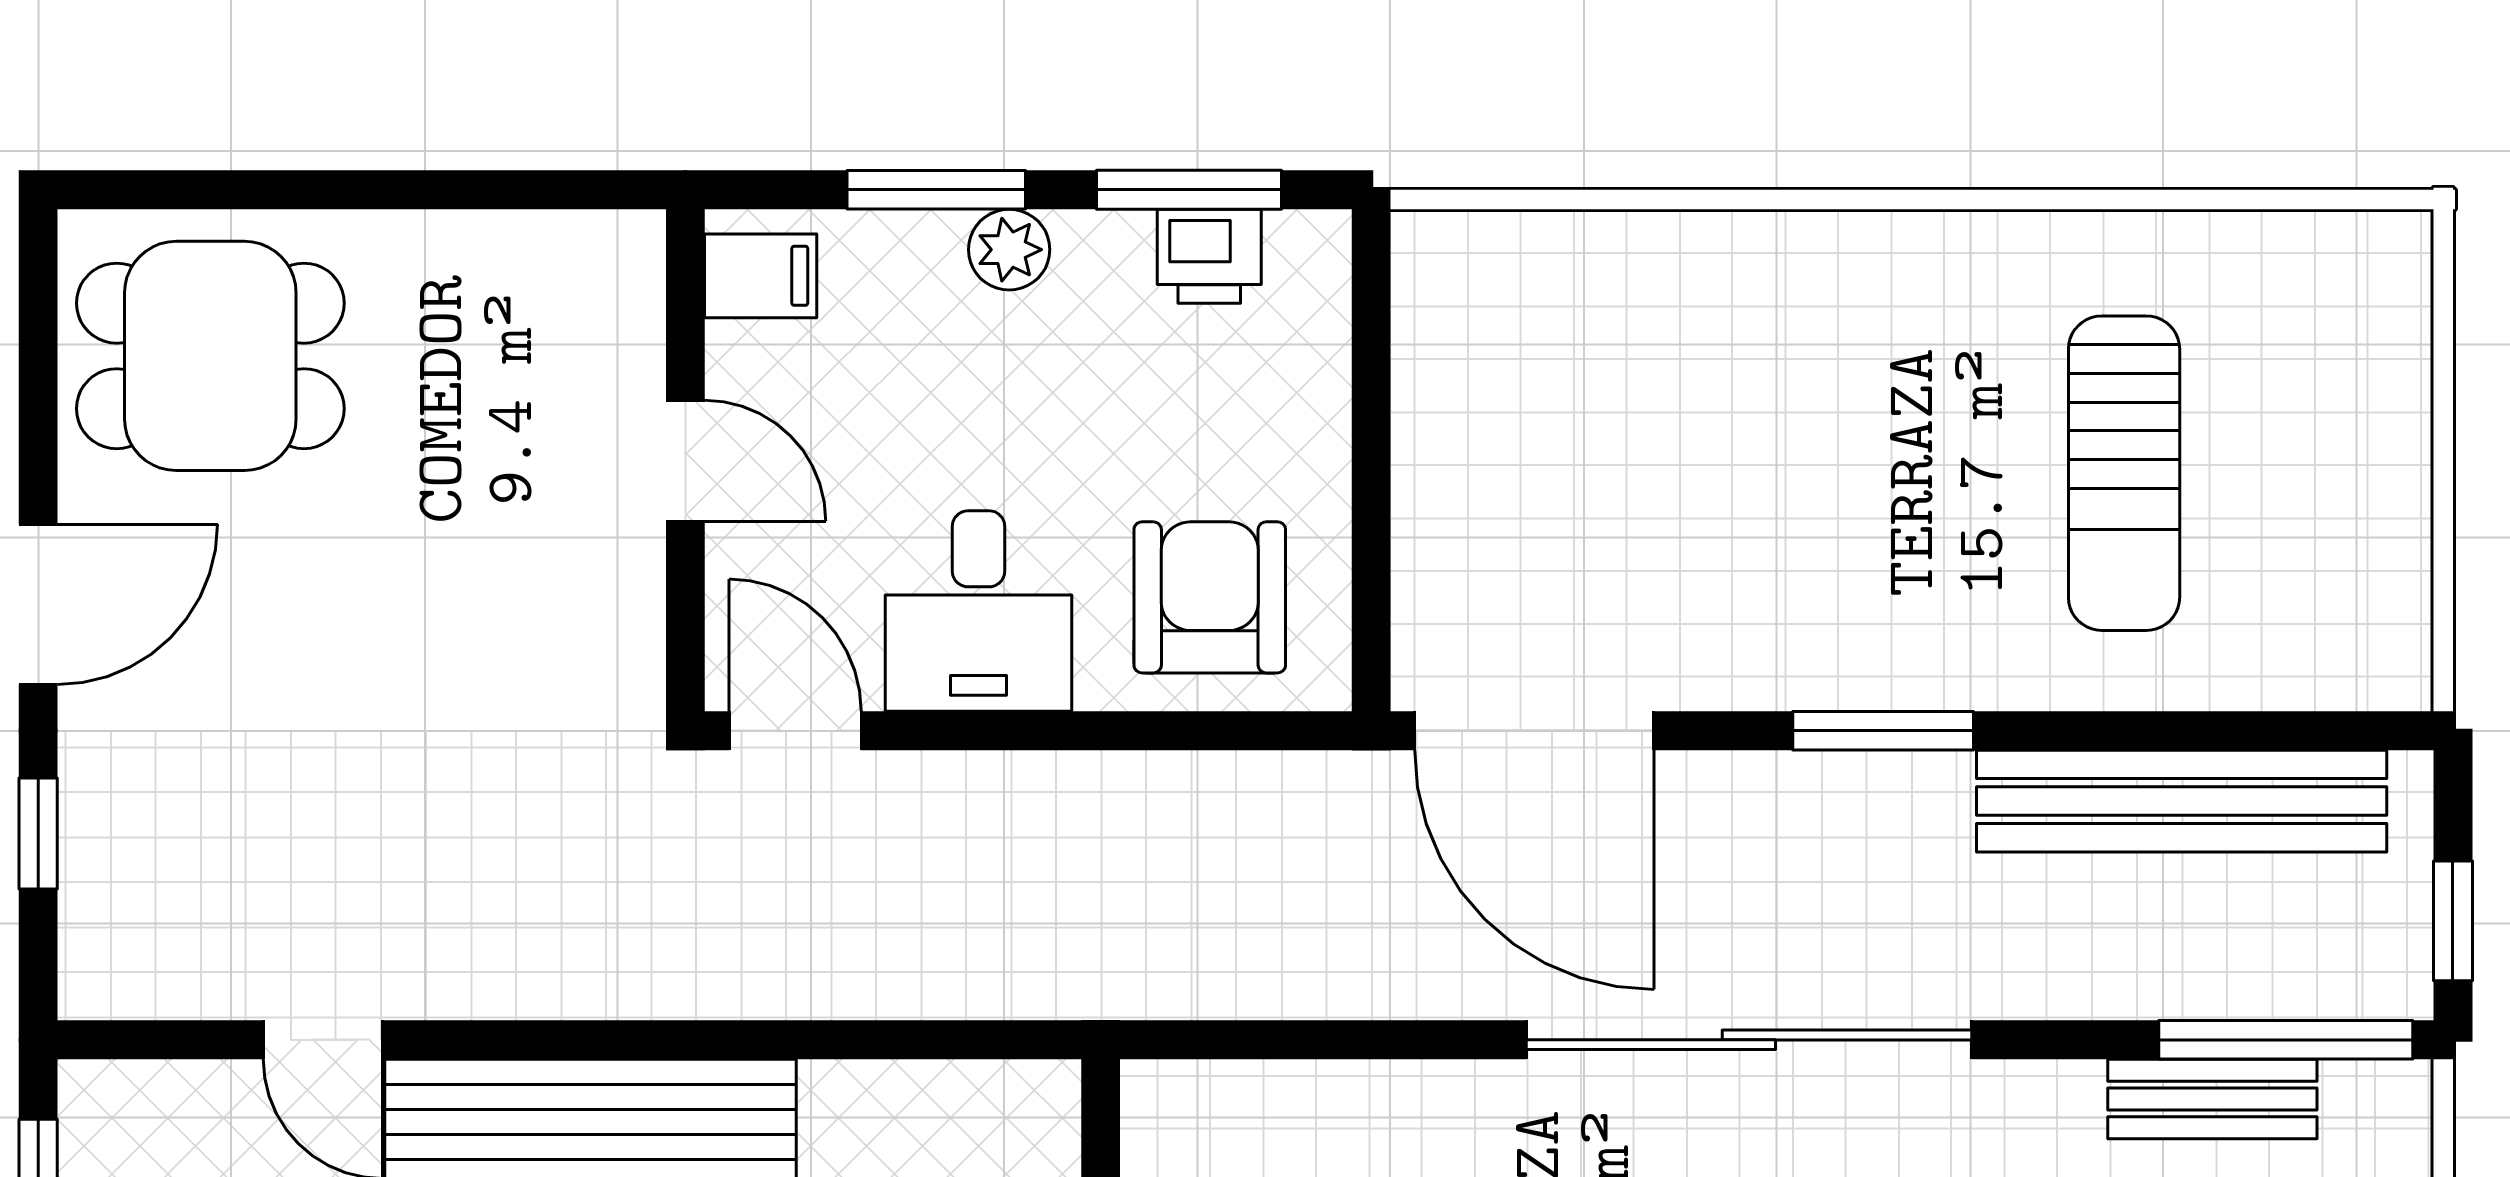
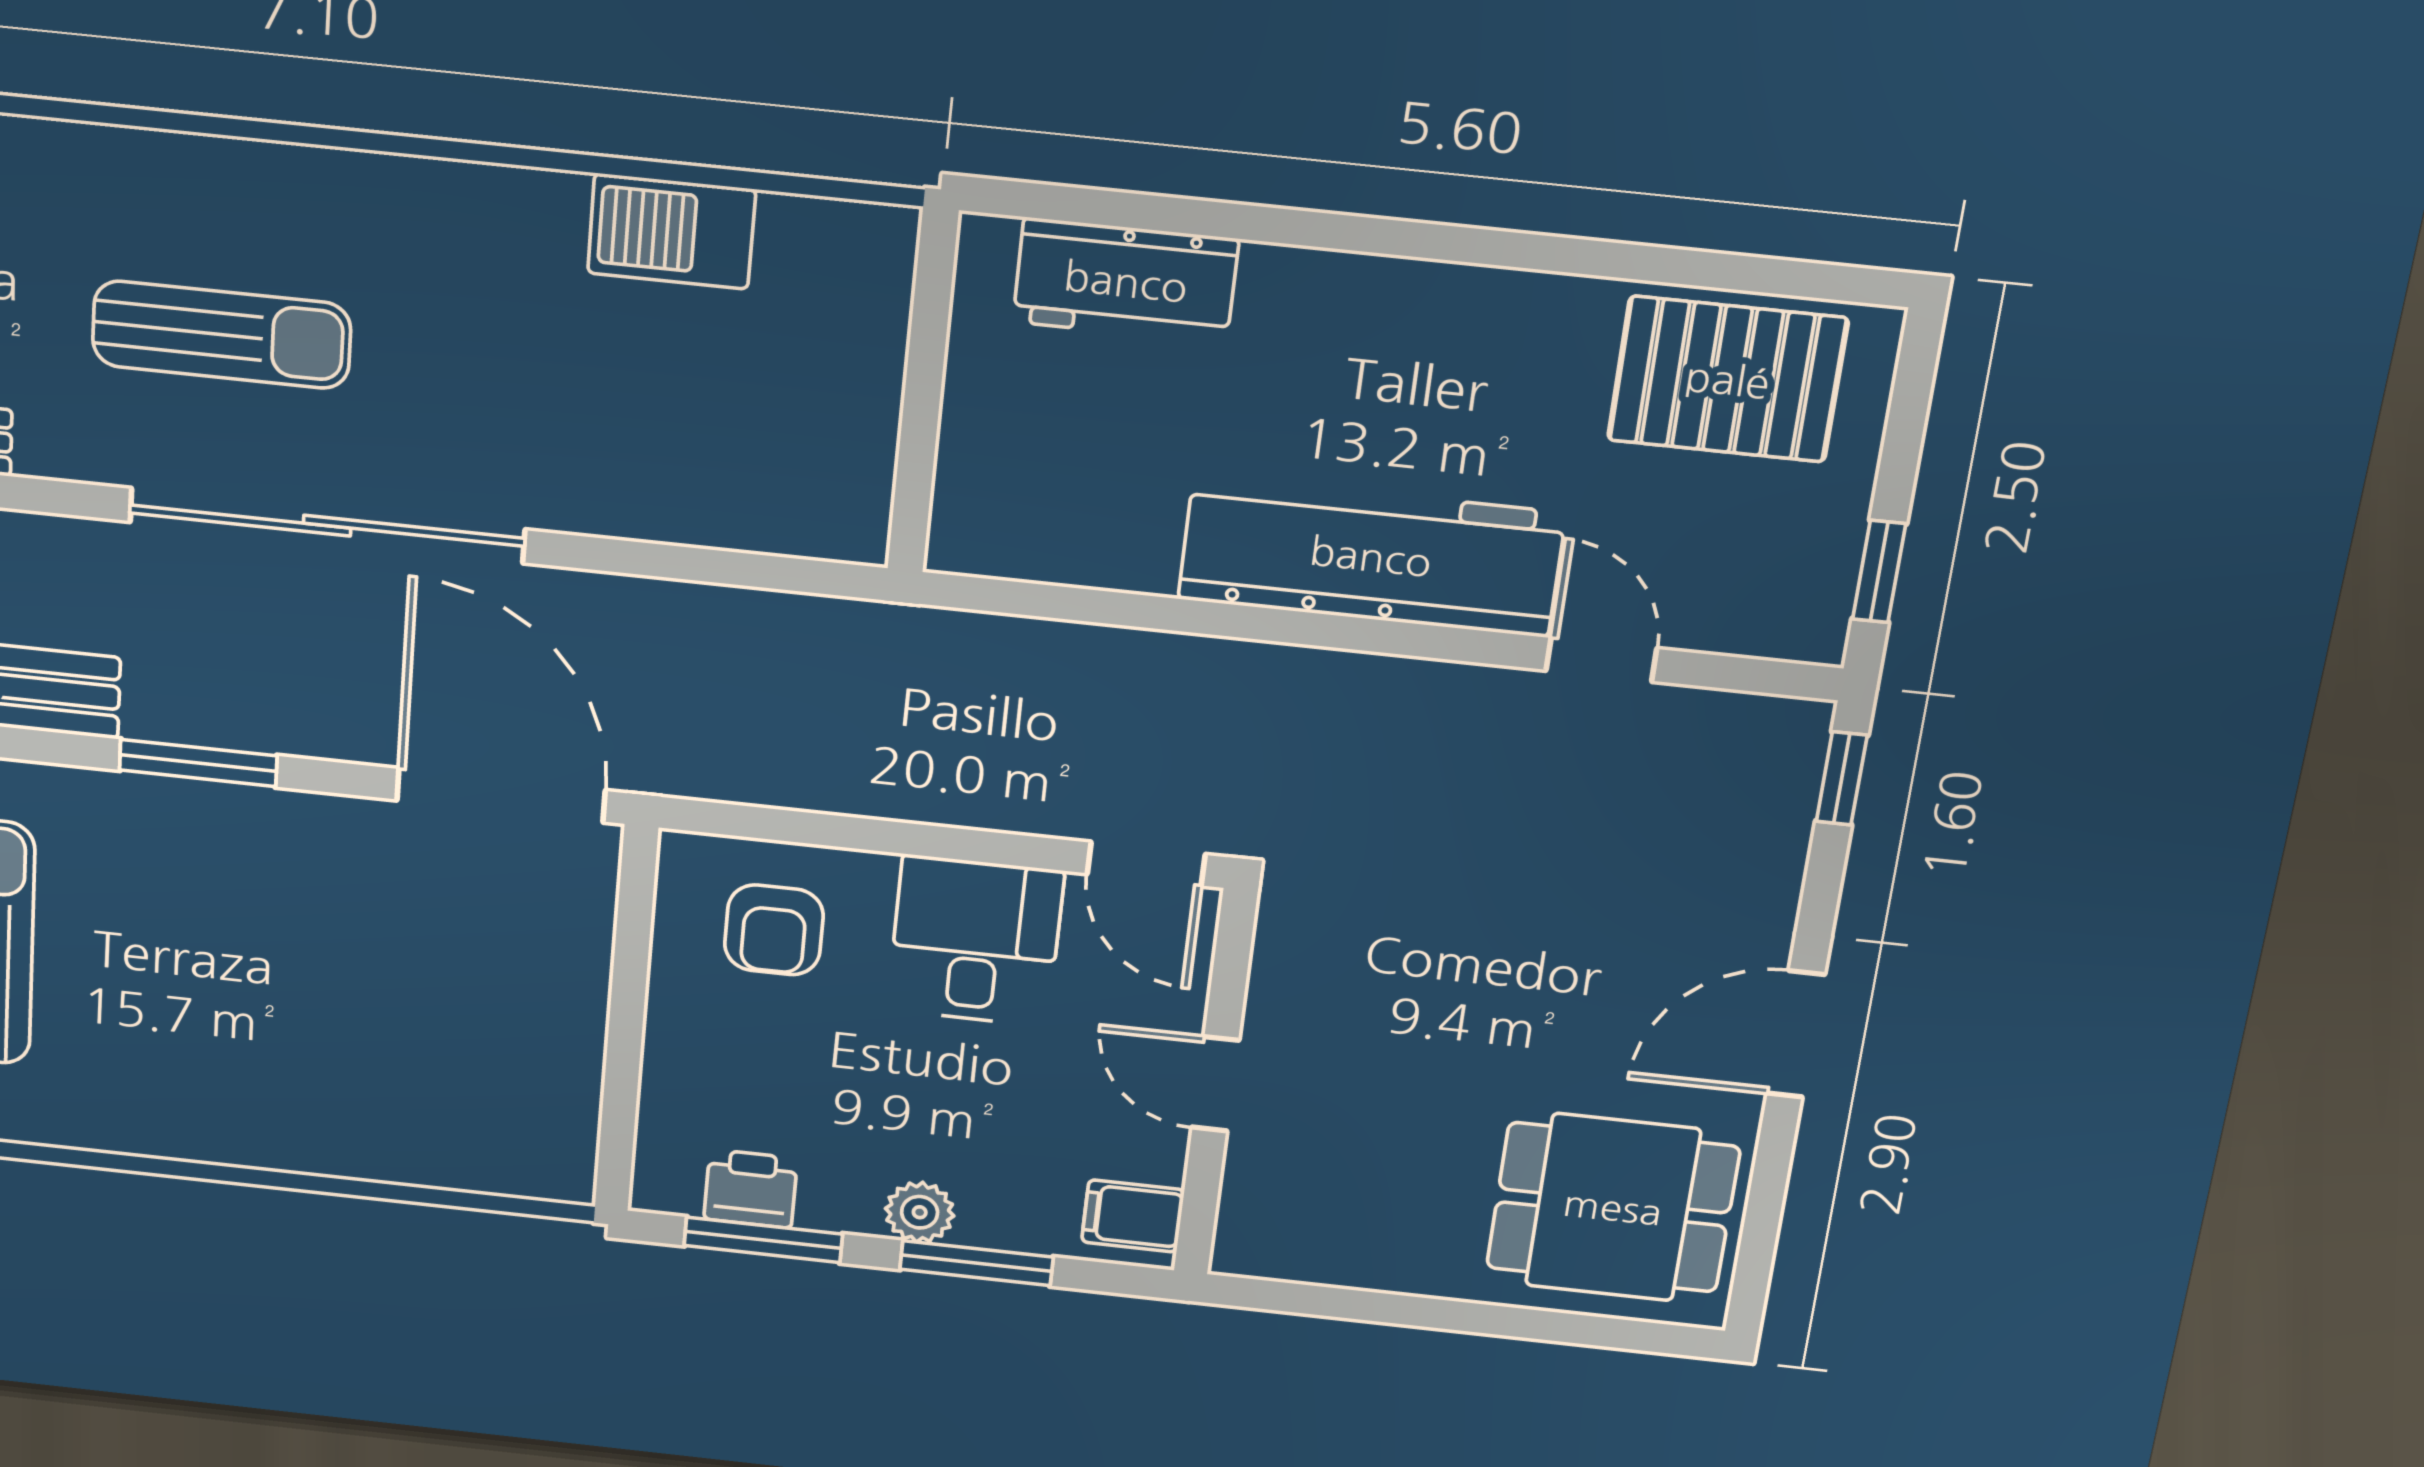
armchair: (1210, 597) -> (774, 930), width x0.72, depth x0.72
window: (38, 834) -> (1842, 778), moved

